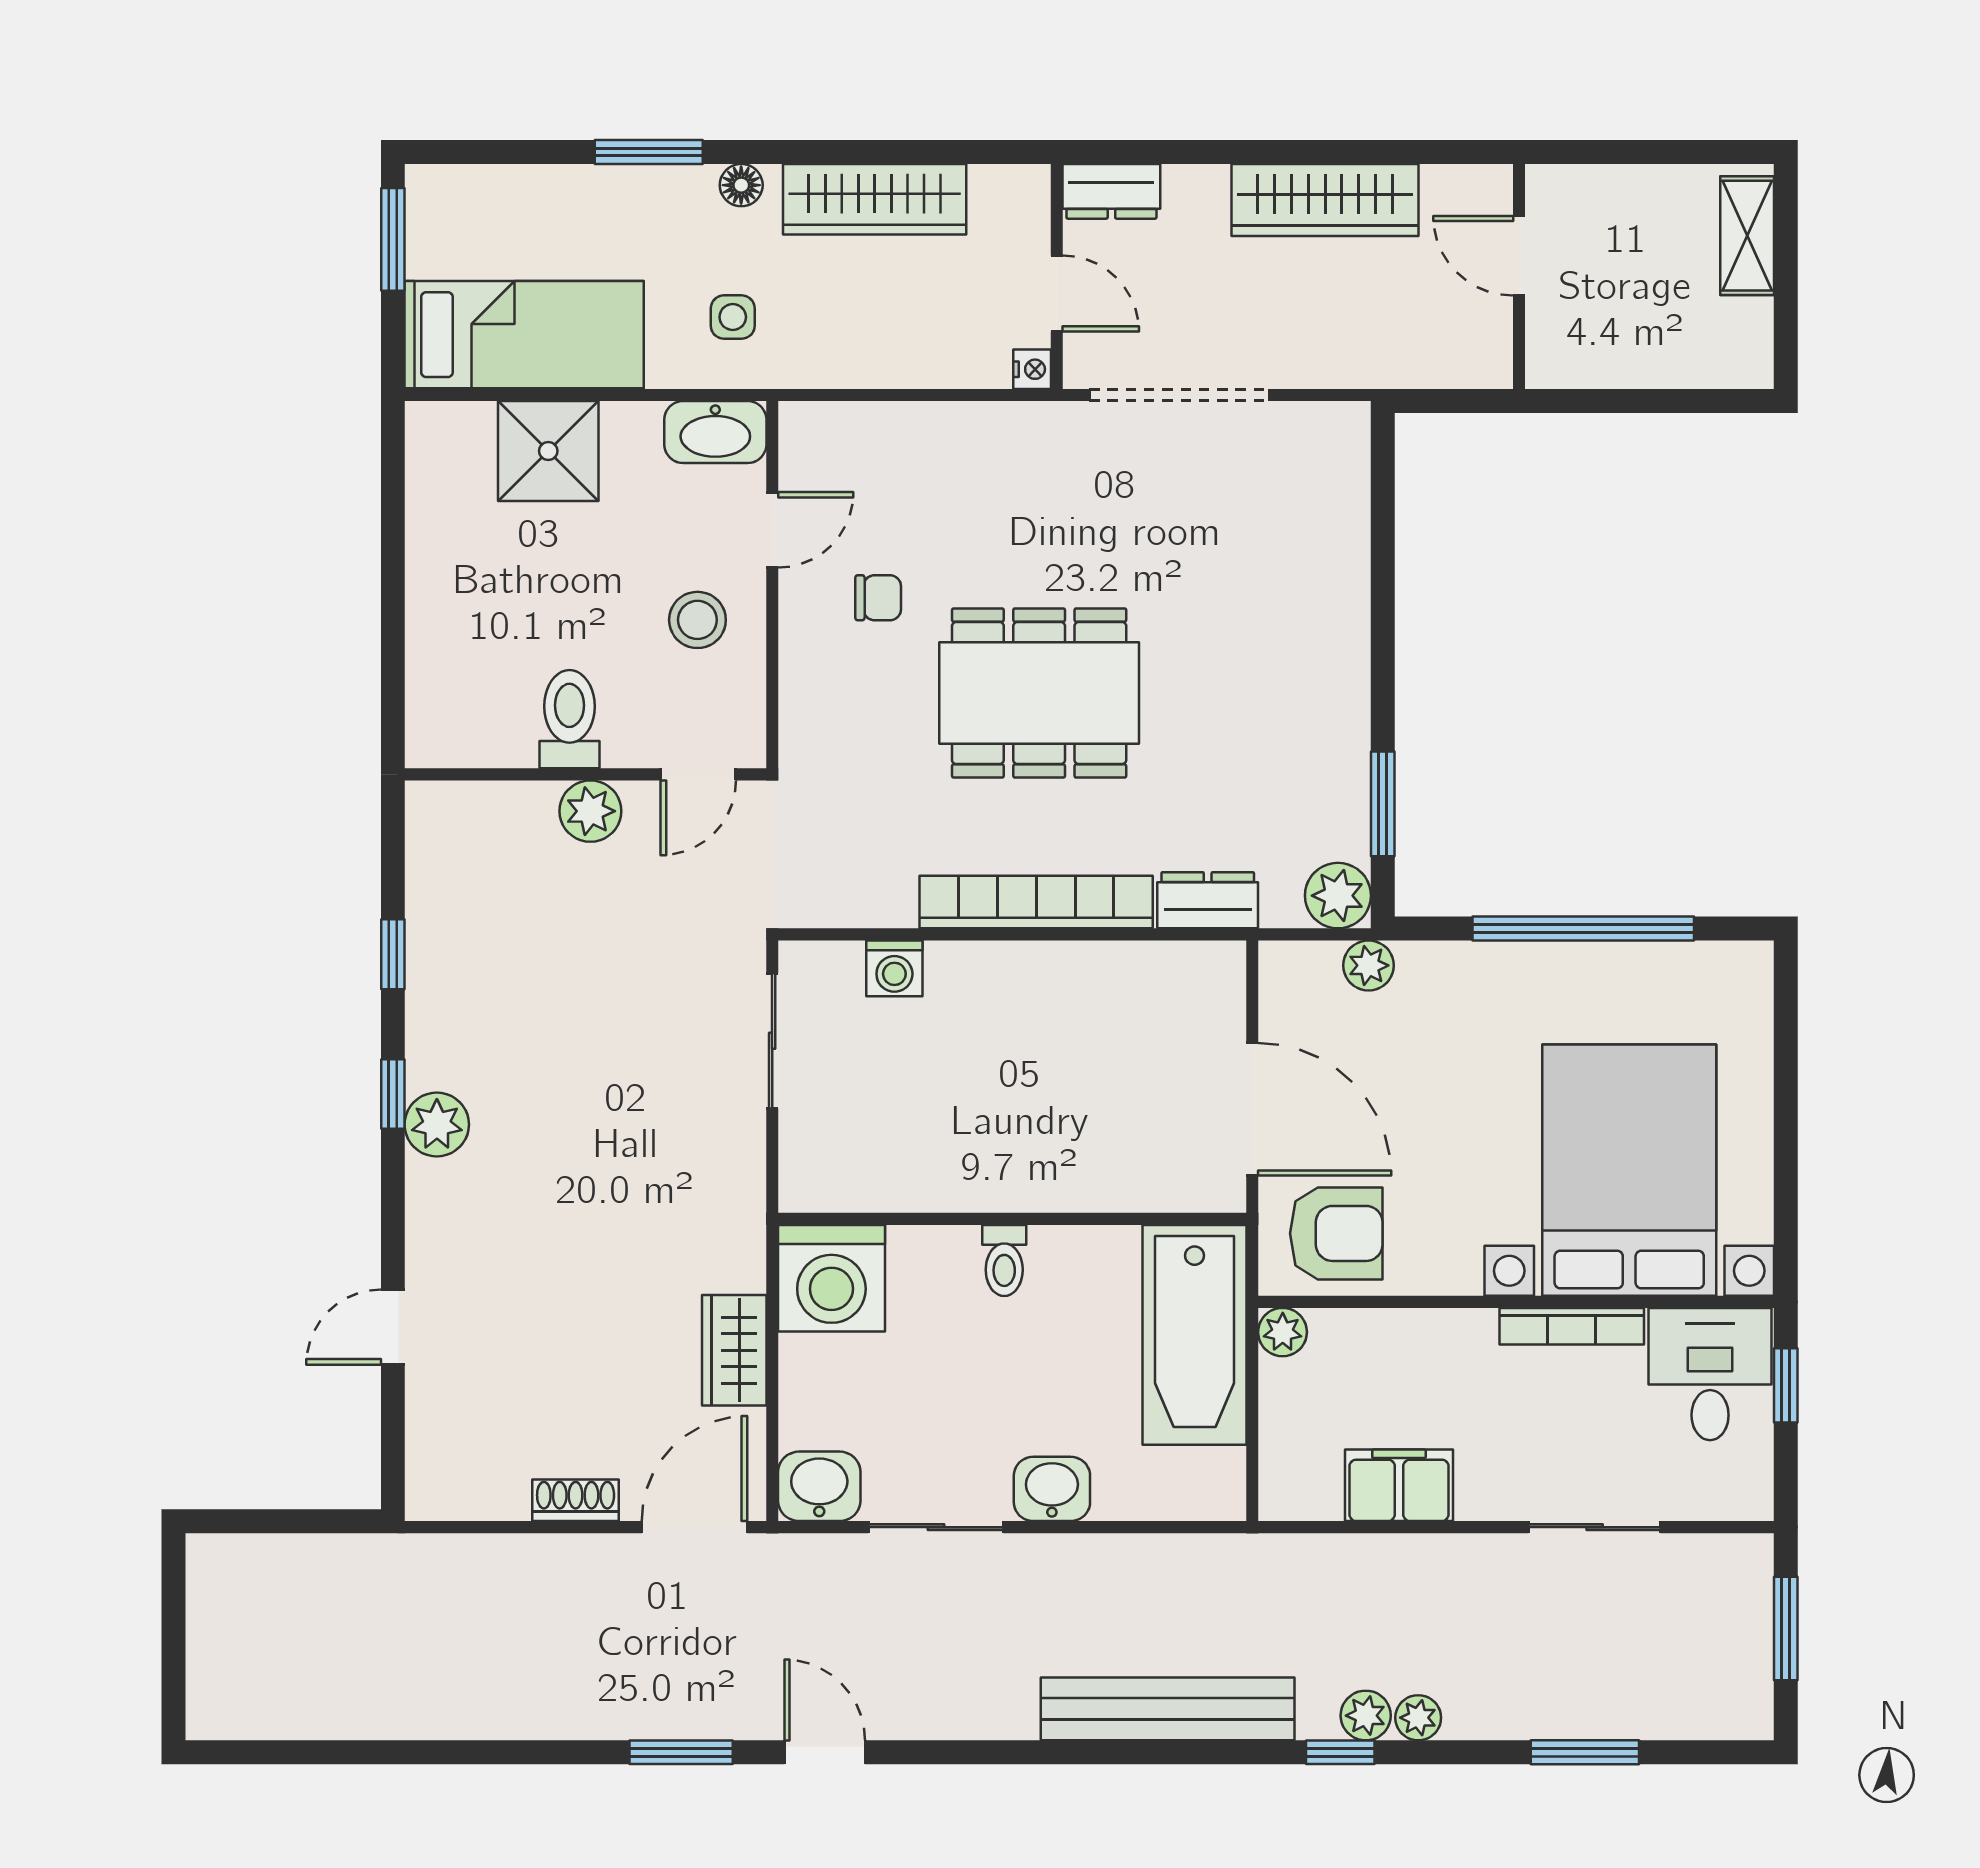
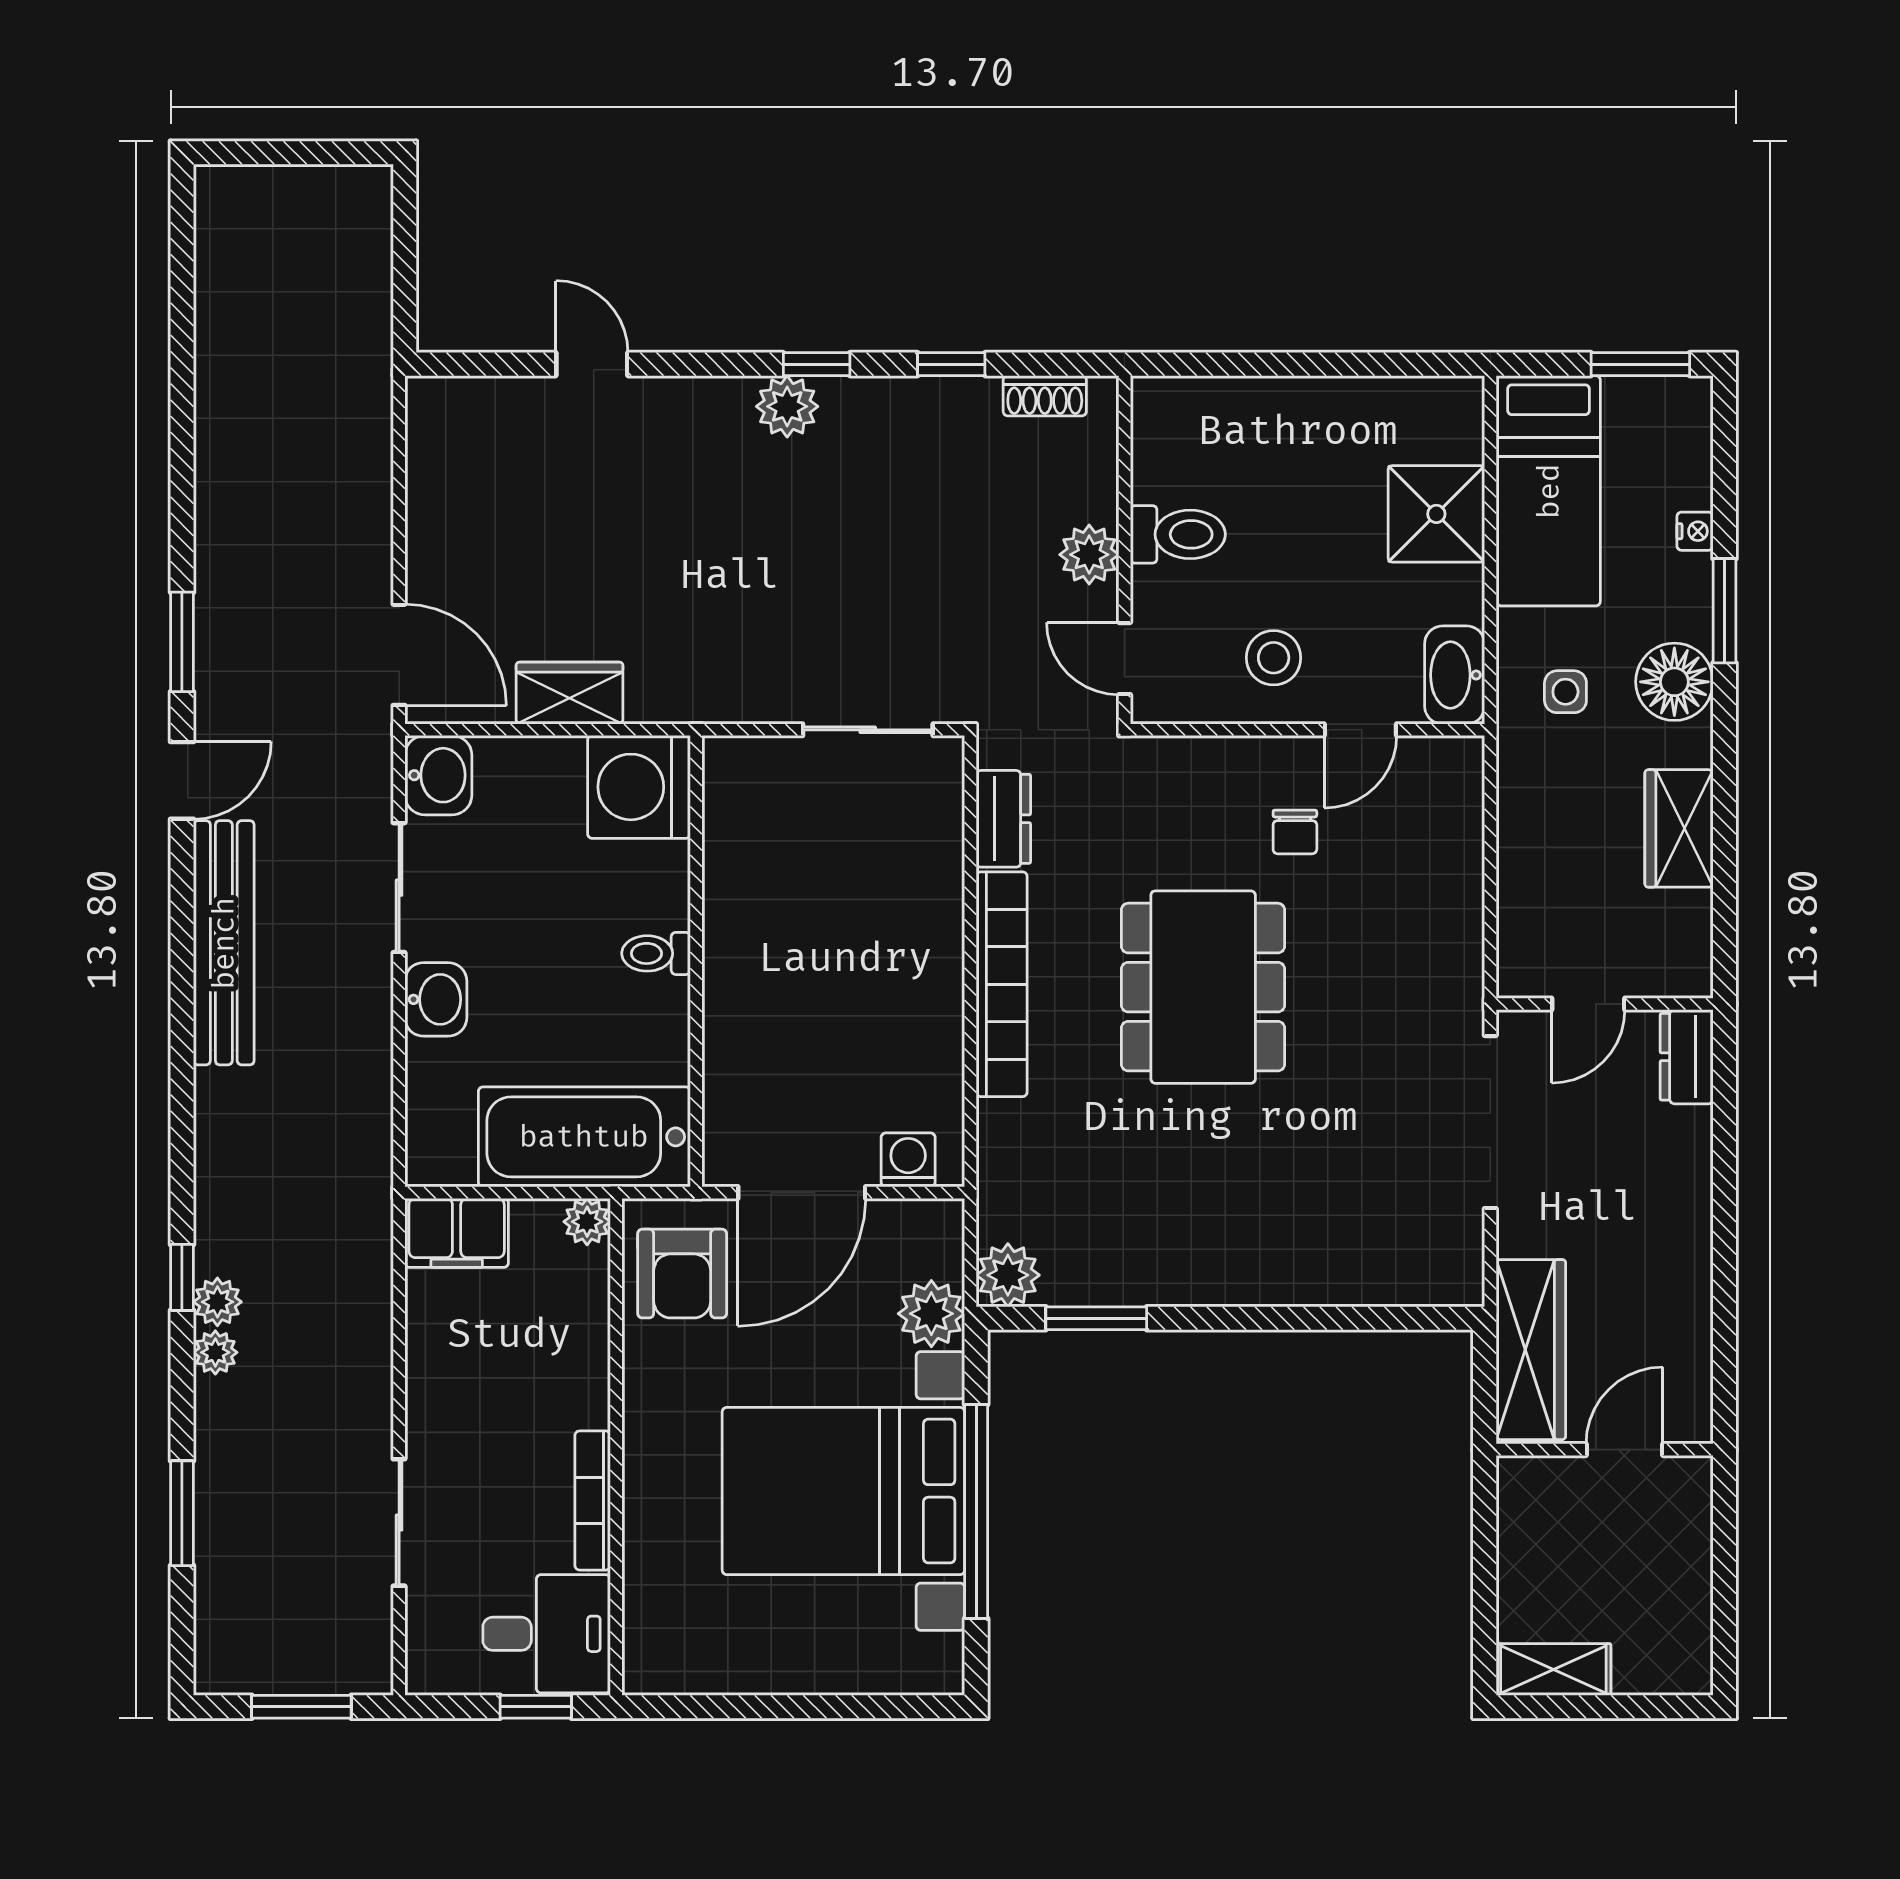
floor lamp: (741, 185) -> (1674, 682), width x1.89, depth x1.89
wardrobe: (875, 199) -> (1679, 828), width x0.67
wardrobe: (1325, 200) -> (1531, 1350), moved, turned 180
shelving: (1747, 236) -> (1553, 1669), moved
nightstand: (1032, 369) -> (1695, 531), moved, turned -90
door: (772, 530) -> (1360, 730), hinge flipped
dresser: (1208, 900) -> (1003, 819), moved
plant: (1369, 965) -> (931, 1314), width x1.38, depth x1.38
washing machine: (894, 968) -> (908, 1160), moved, turned 90
bed with nightstands: (1629, 1170) -> (843, 1491), moved, turned 180
filing cabinet: (1399, 1485) -> (457, 1233), moved, turned 90
shoe rack: (576, 1500) -> (1045, 396), moved, turned 90
bench: (1168, 1709) -> (224, 943), moved

